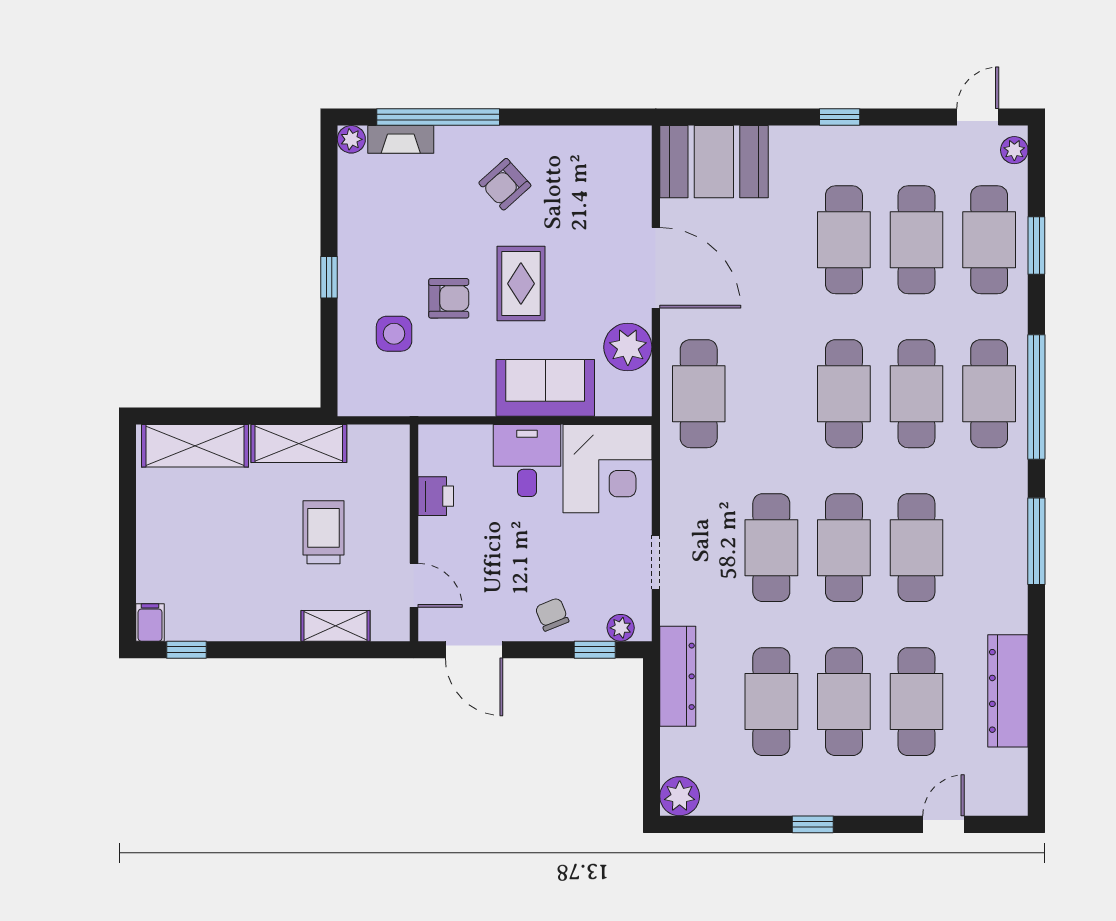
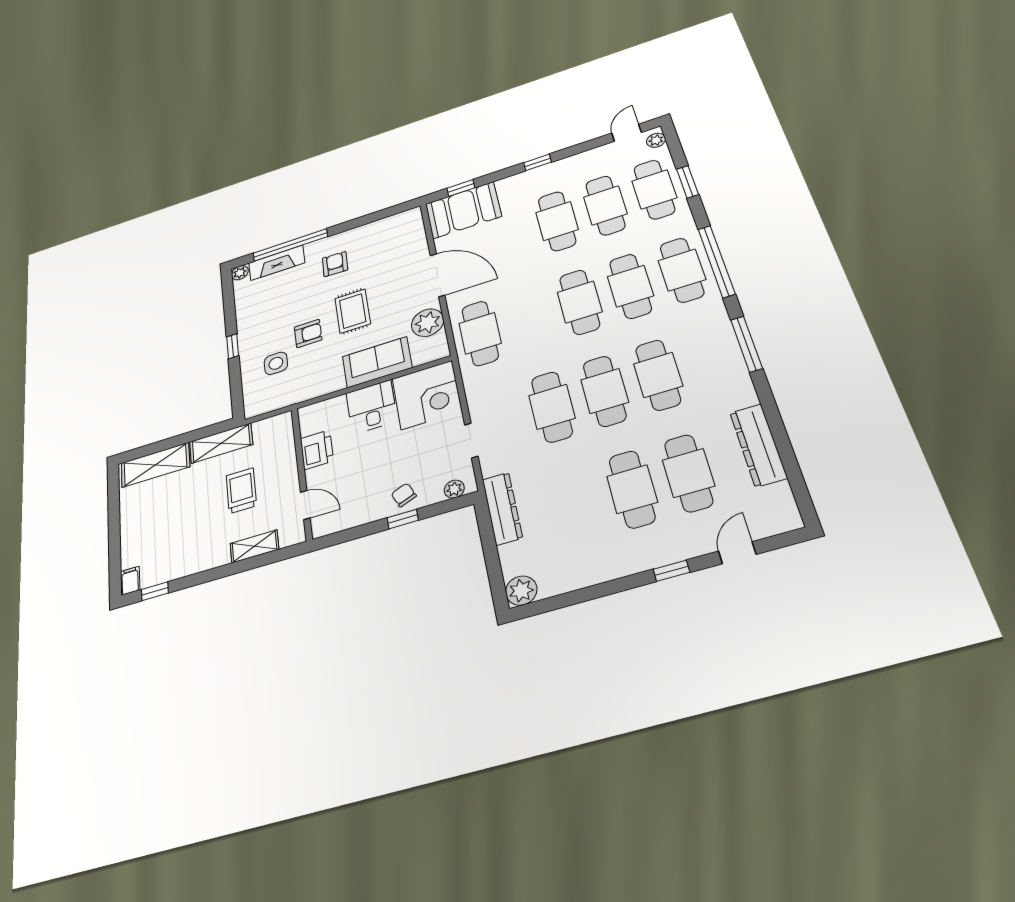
window: (718, 117) -> (461, 188), added
fireplace: (401, 139) -> (277, 263), width x1.37, depth x1.32
armchair: (505, 184) -> (335, 264), turned 134
printer: (436, 496) -> (317, 450), width x1.36, depth x1.24
door: (474, 650) -> (352, 534), removed
window: (595, 650) -> (403, 519), moved
cafe table: (771, 702) -> (576, 505), removed
window: (813, 824) -> (671, 571), moved

